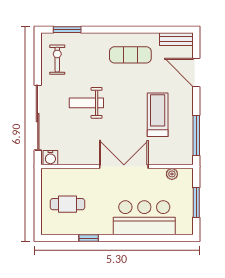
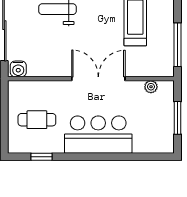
bar counter: (144, 218) -> (98, 135), moved
window: (89, 238) -> (41, 157), moved

